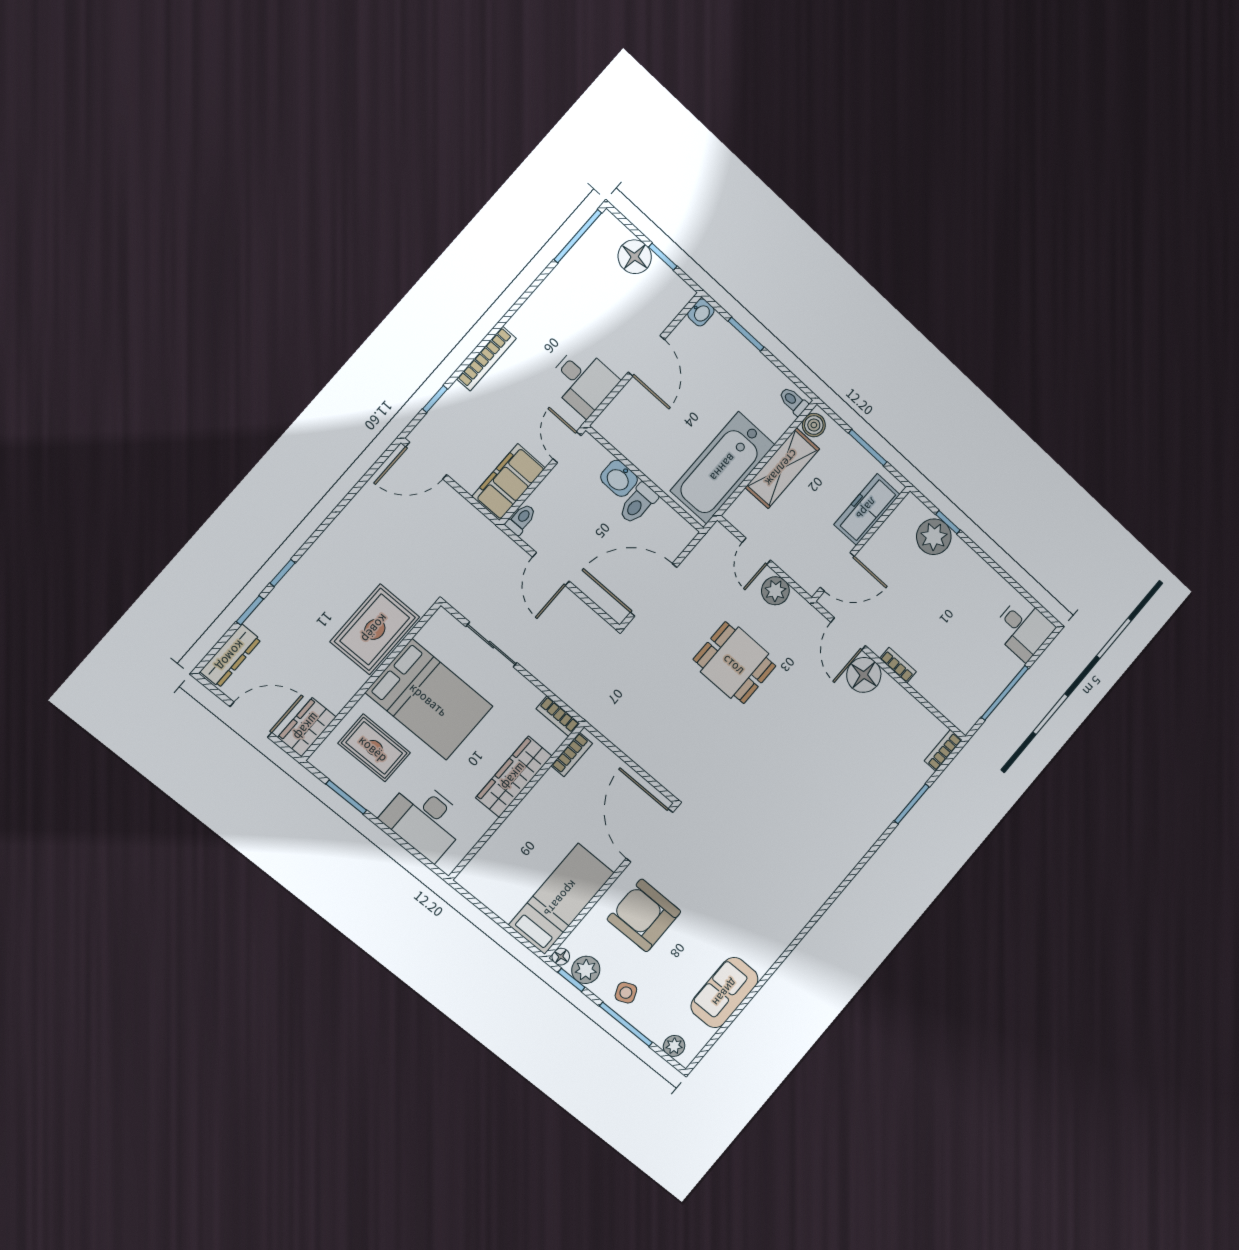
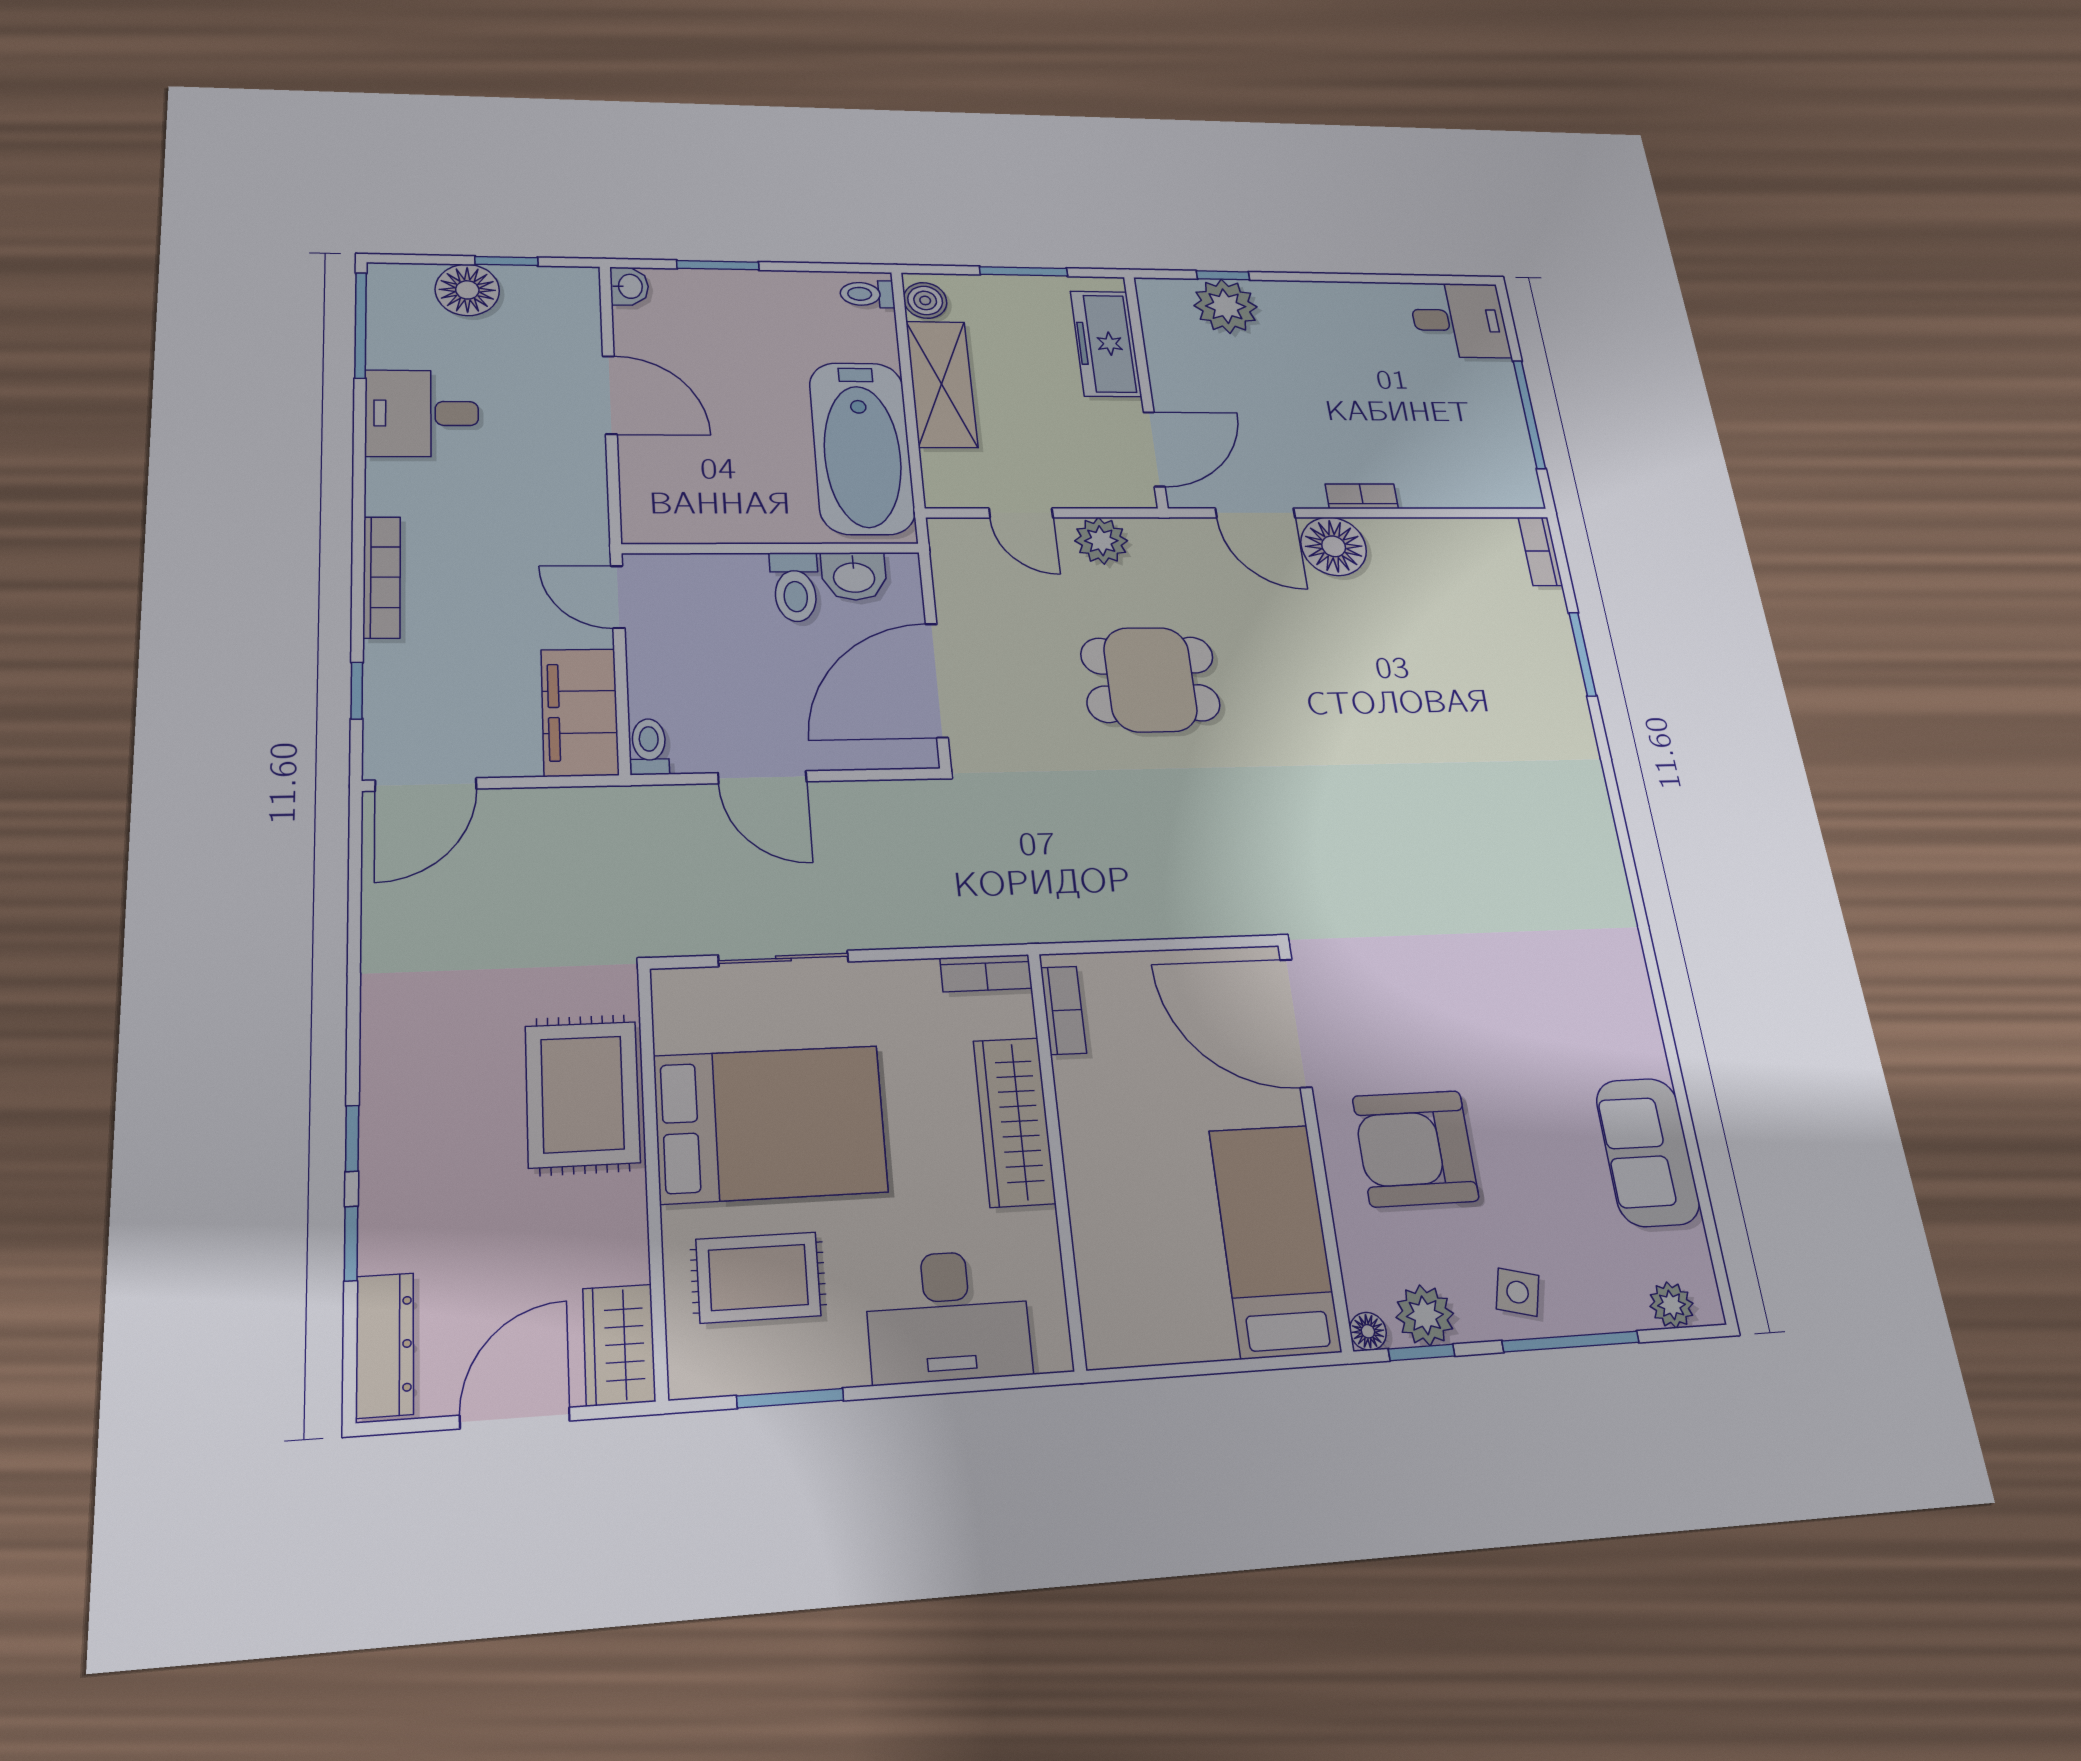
desk: (583, 381) -> (422, 413), moved, turned 180
washbasin: (619, 478) -> (854, 576), moved
side table: (626, 993) -> (1518, 1292), turned 37

